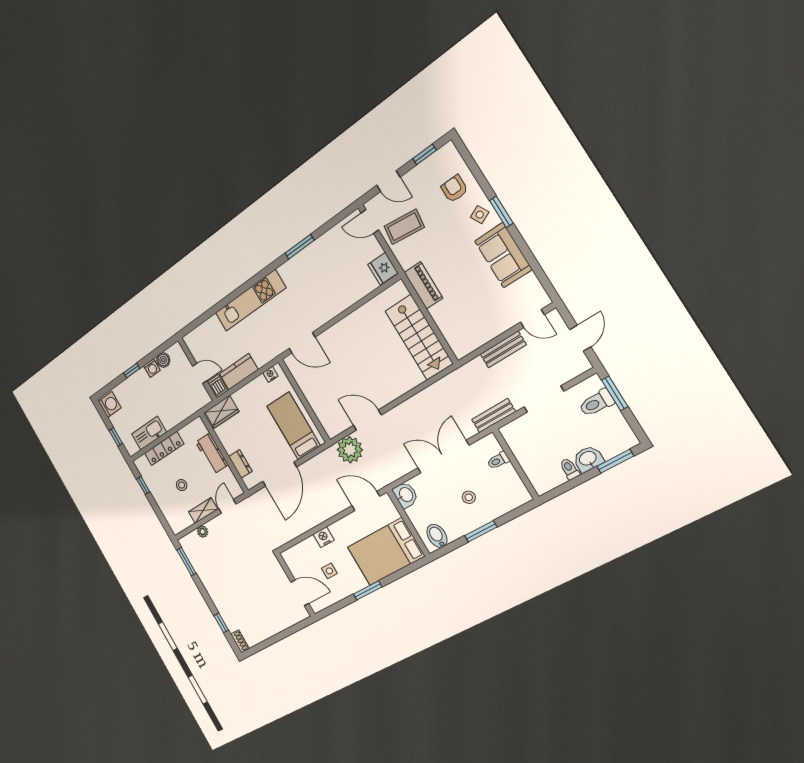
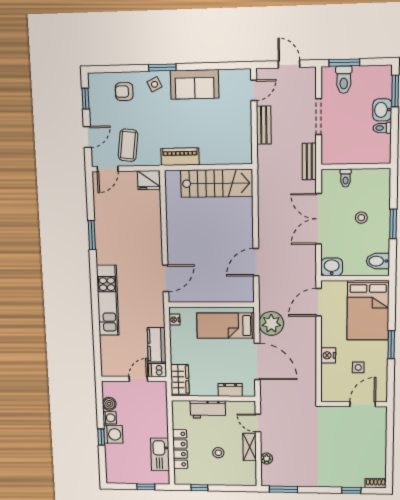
washing machine: (110, 404) -> (113, 434), moved, turned 90
plant: (350, 450) -> (271, 323), moved

